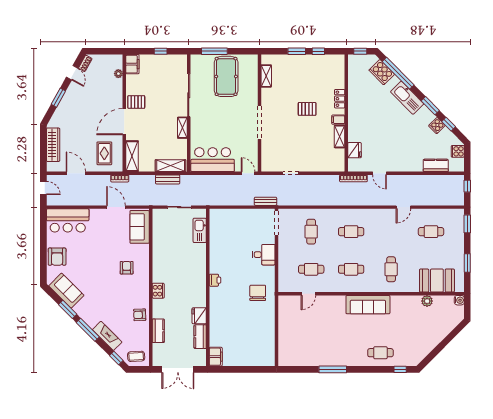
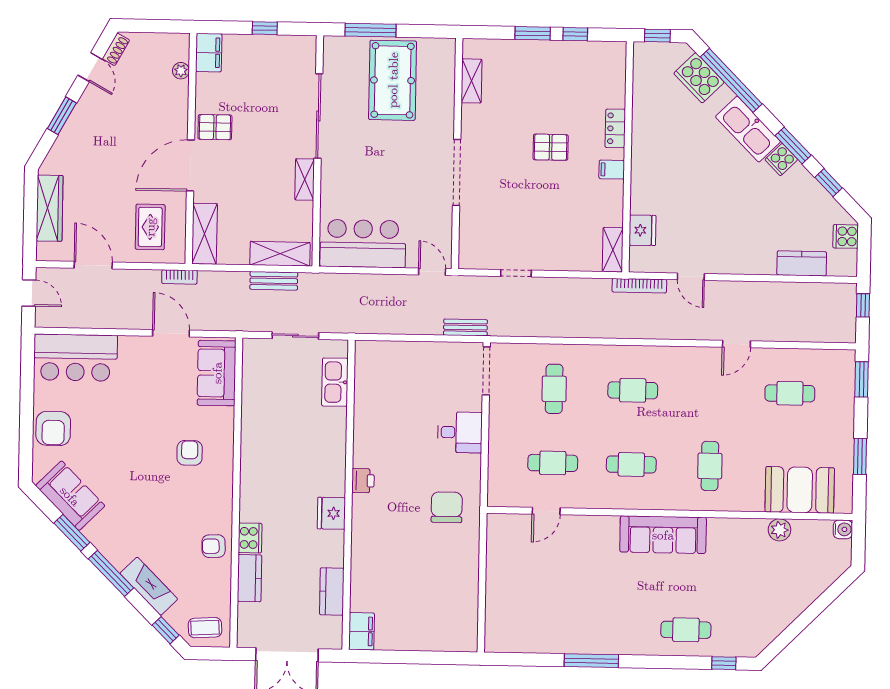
cooker: (437, 126) -> (781, 160), moved
shelving: (340, 137) -> (613, 250), moved
cooker: (158, 291) -> (250, 538), moved
fridge: (199, 316) -> (331, 513), moved

